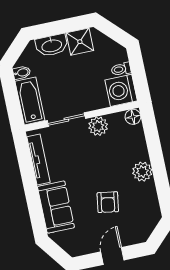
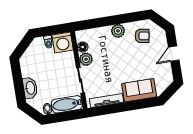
shower: (80, 42) -> (28, 69), removed
floor lamp: (133, 117) -> (83, 47), moved
armchair: (108, 202) -> (142, 36), moved
door: (112, 256) -> (174, 54), hinge flipped

